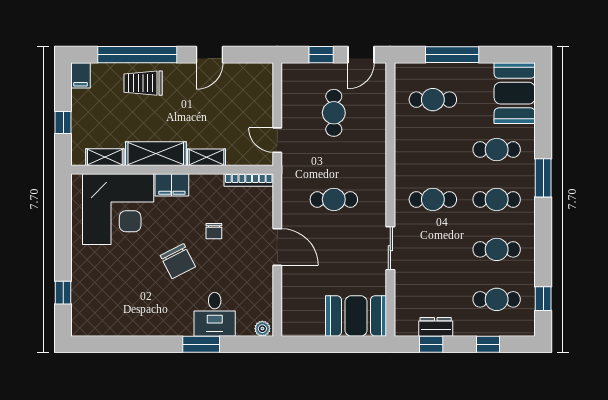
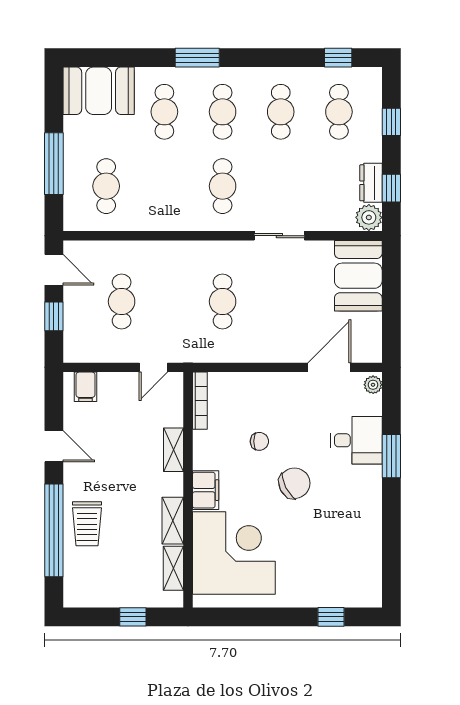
filing cabinet: (80, 75) -> (85, 387), moved, turned 90
cafe table: (334, 113) -> (122, 302), turned 90
shelving: (156, 154) -> (173, 521), width x0.67, depth x0.75
door: (277, 247) -> (329, 367), moved
plant: (406, 325) -> (369, 217), added

